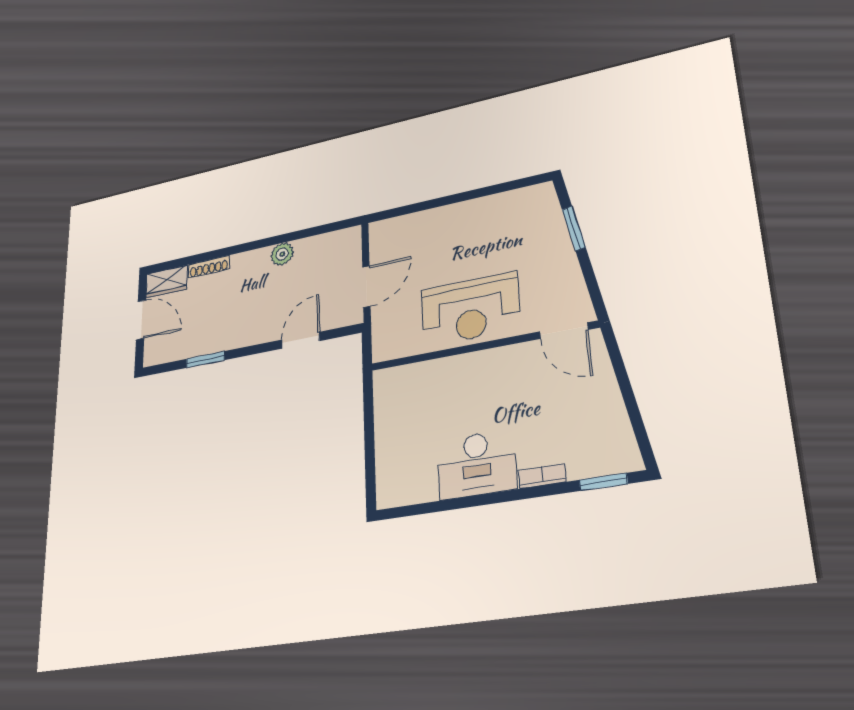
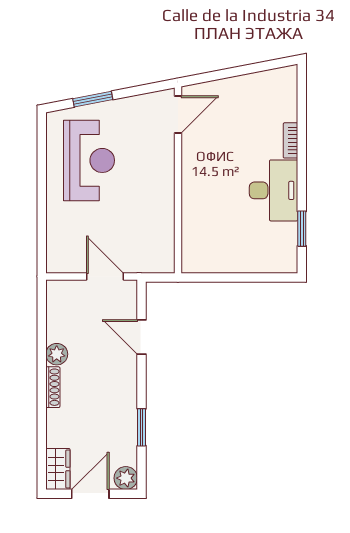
shoe rack: (209, 267) -> (53, 387), moved
reception desk: (470, 309) -> (89, 160), moved
plant: (155, 353) -> (126, 478), added
window: (603, 482) -> (302, 229), moved

